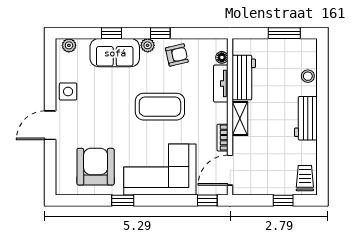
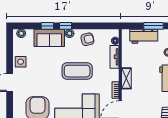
window: (160, 33) -> (65, 26), moved
workbench: (244, 78) -> (144, 36), moved, turned 90

